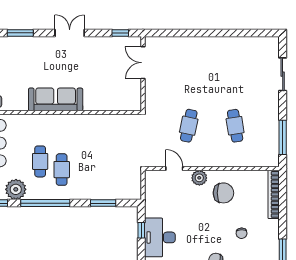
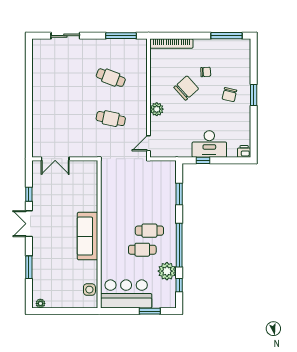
window: (120, 33) -> (29, 194), moved
cafe table: (235, 126) -> (111, 78), turned 30
door: (174, 169) -> (149, 143), moved
chair: (223, 193) -> (186, 88), moved, turned 48

